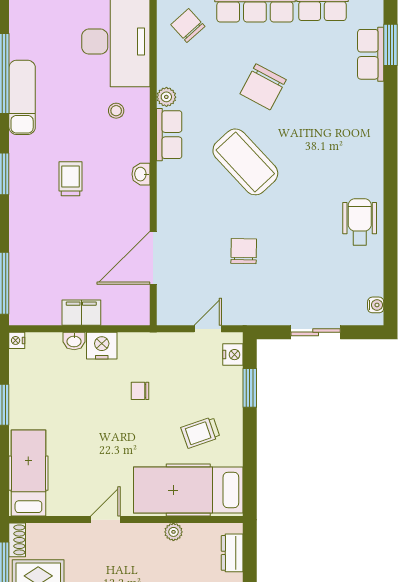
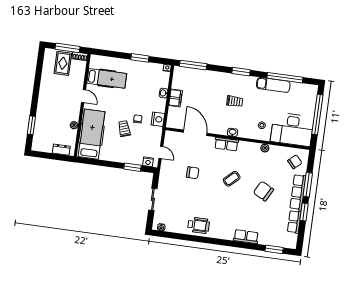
row of seats: (371, 54) -> (246, 237), moved
row of seats: (169, 135) -> (226, 144), moved
coffee table: (245, 162) -> (232, 179), width x0.54, depth x0.58
nightstand: (102, 346) -> (158, 119), moved
trolley: (200, 432) -> (124, 129), moved
hospital bed: (28, 473) -> (107, 78), moved

